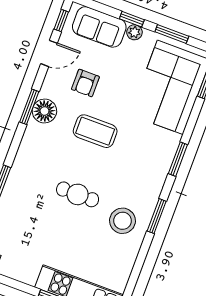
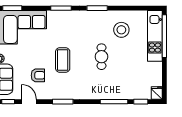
floor lamp: (44, 111) -> (62, 92), removed
stool: (123, 221) -> (121, 30), moved

